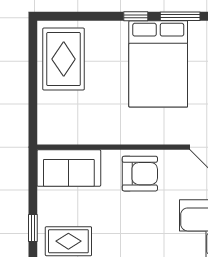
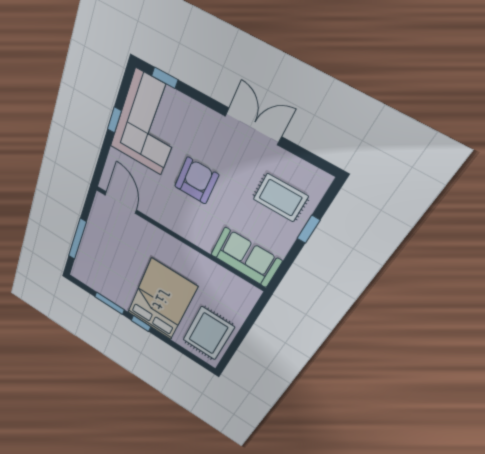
bed: (158, 64) -> (161, 300), moved
armchair: (140, 174) -> (196, 181), moved, turned 90

